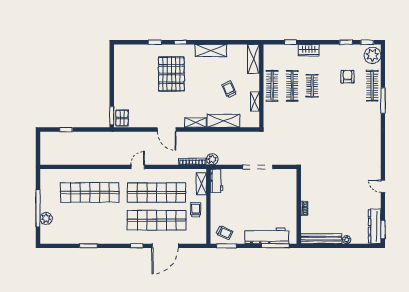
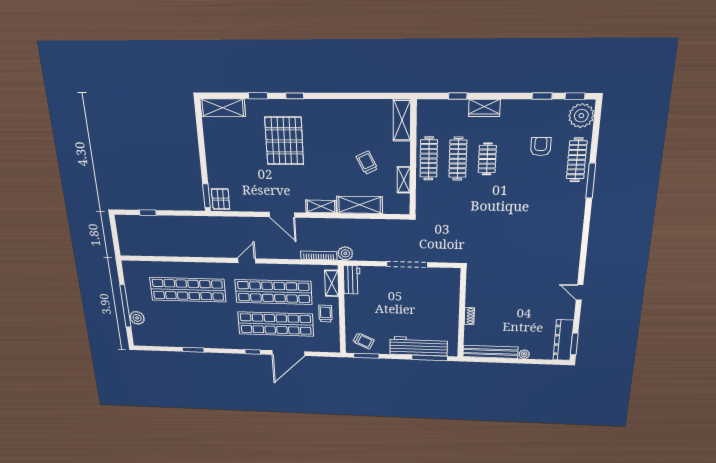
shelving: (211, 51) -> (223, 108), moved

